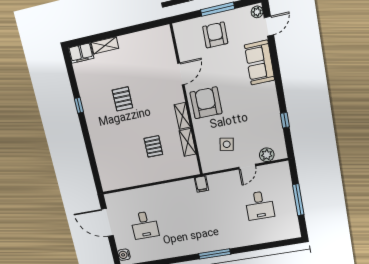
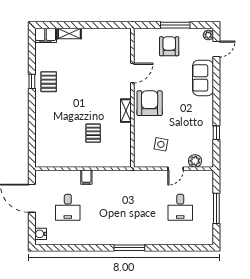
pallet: (122, 99) -> (49, 82), moved
shelving: (188, 142) -> (126, 136), removed
filing cabinet: (201, 184) -> (86, 177), moved

